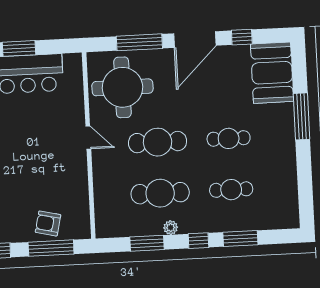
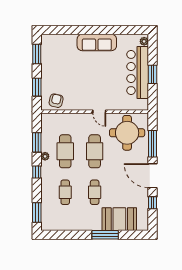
booth: (272, 73) -> (119, 219), moved
door: (88, 137) -> (99, 112), hinge flipped
armchair: (48, 223) -> (56, 101), moved
window: (240, 238) -> (37, 212), moved
window: (51, 248) -> (37, 87), width x0.69

